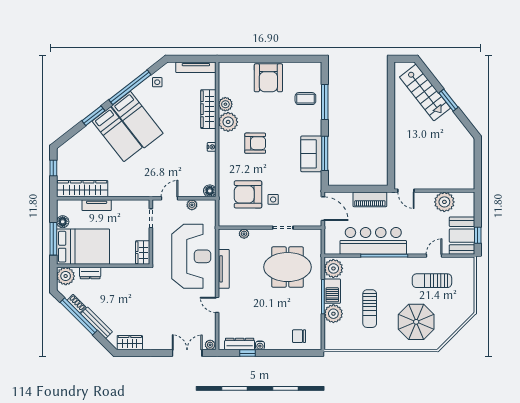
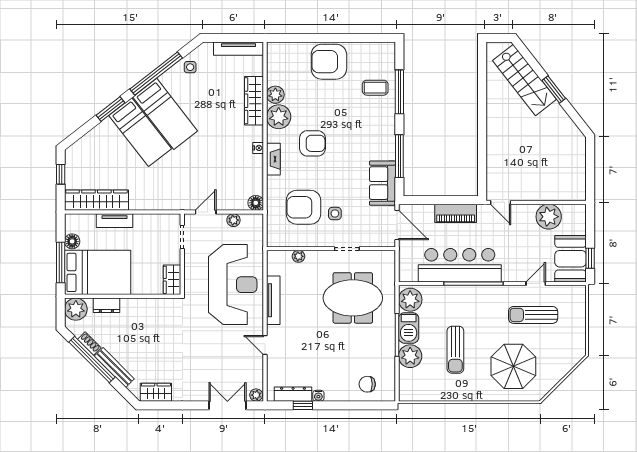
armchair: (268, 78) -> (329, 62), turned 90
sofa: (311, 154) -> (382, 183), moved
fireplace: (224, 156) -> (273, 159), added

